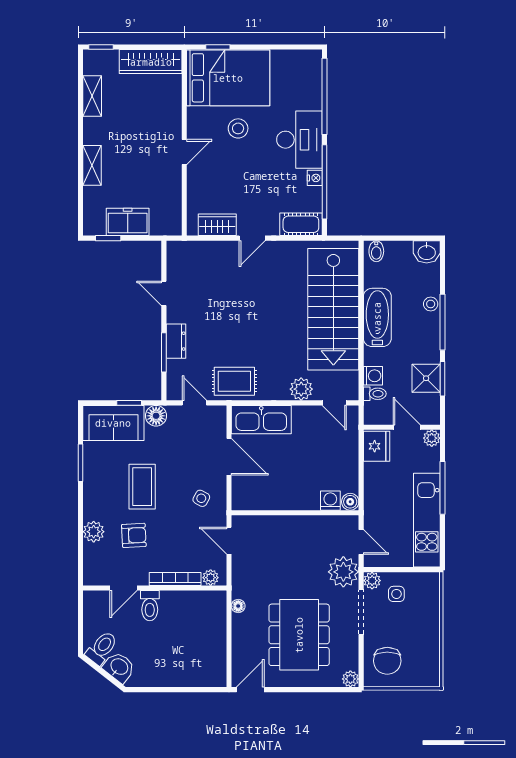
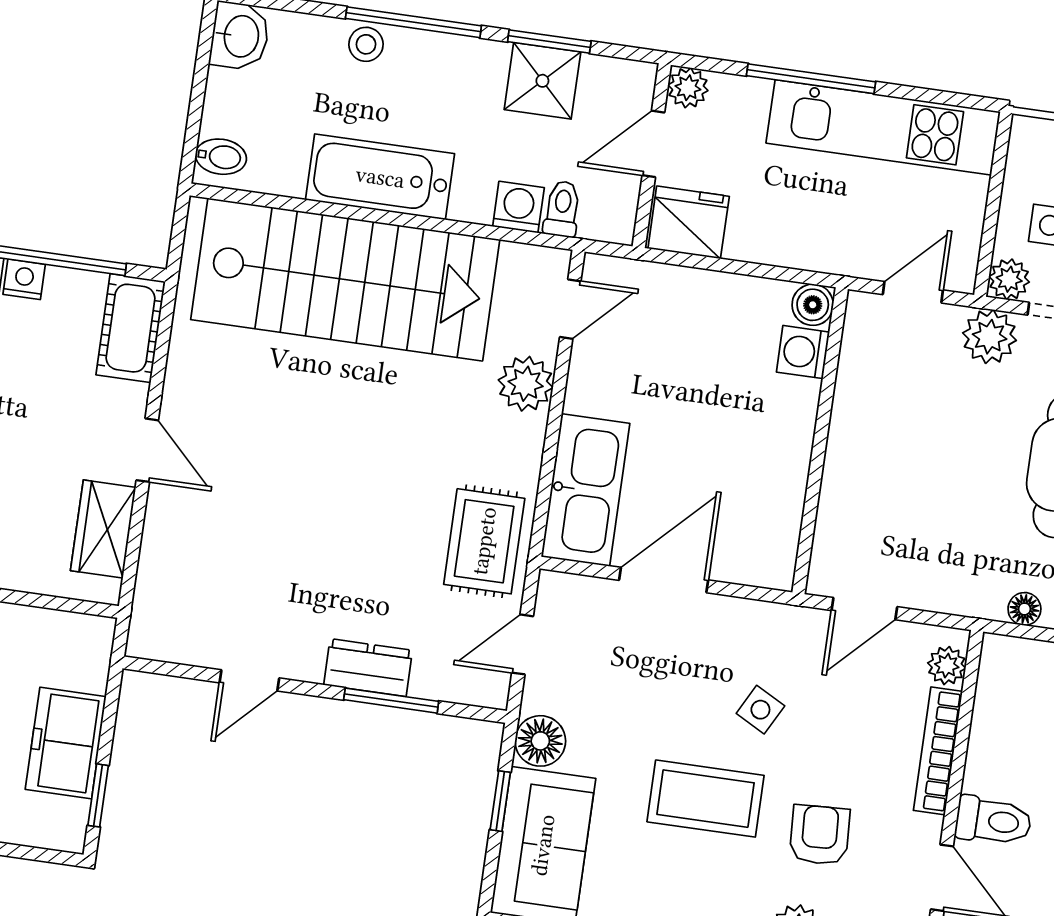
side table: (201, 498) -> (760, 710), moved
plant: (343, 572) -> (990, 337), width x0.73, depth x0.73

